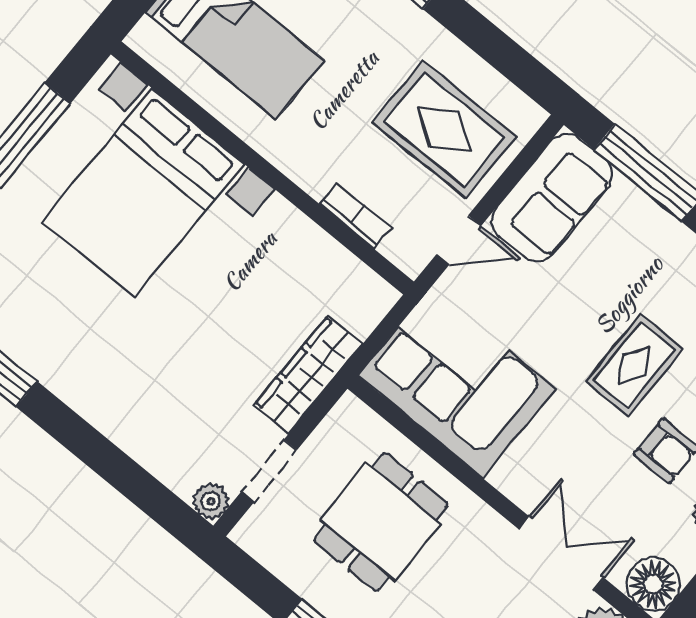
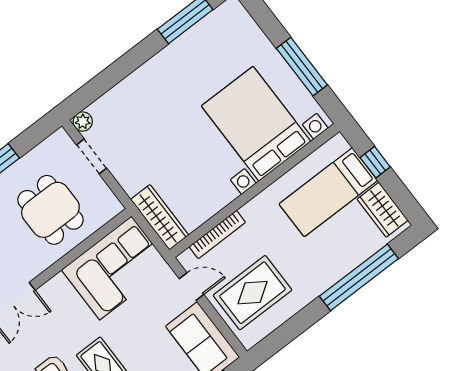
bookcase: (356, 216) -> (217, 235), width x1.56
door: (459, 240) -> (191, 287), swing flipped
wardrobe: (308, 375) -> (160, 217), moved

